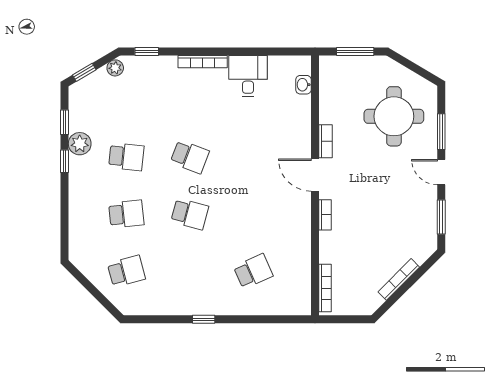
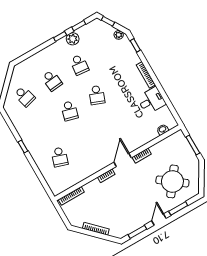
round table: (394, 116) -> (172, 181), turned 37
school desk: (253, 271) -> (60, 157), turned 42

